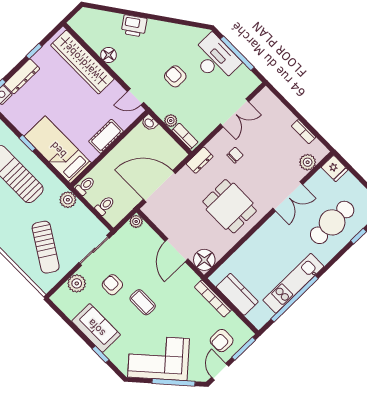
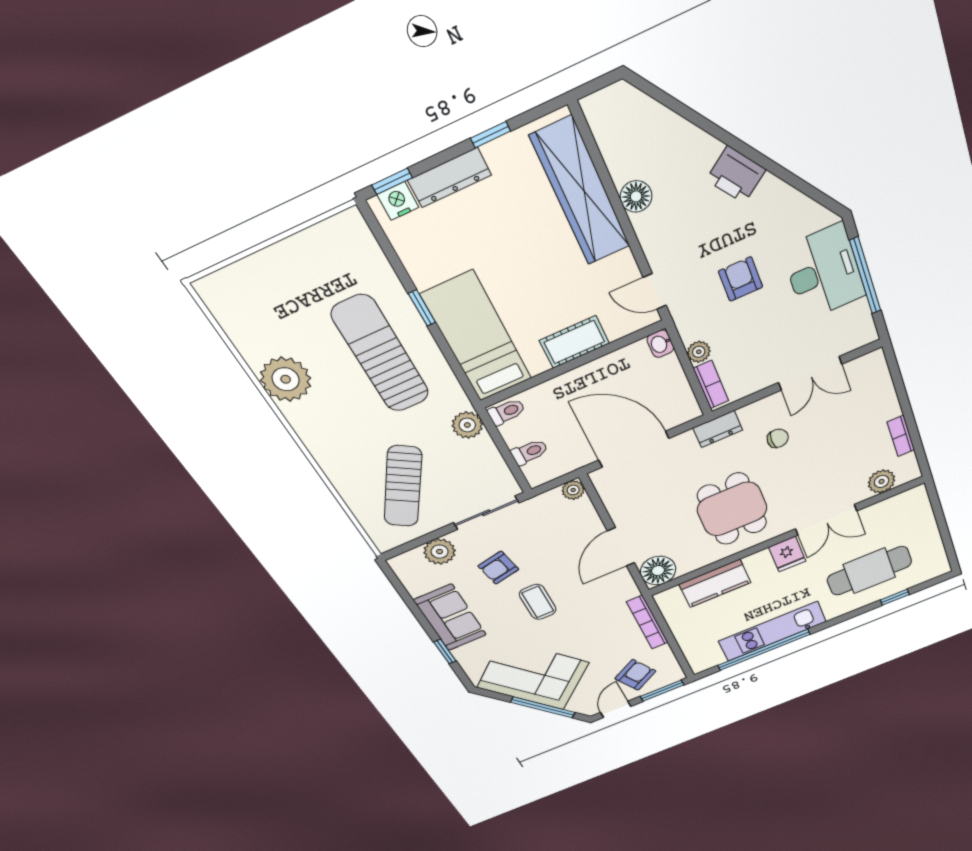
printer: (134, 26) -> (736, 175), moved
fridge: (335, 169) -> (787, 554), moved
armchair: (112, 285) -> (498, 568), turned -101
kitchen counter: (237, 294) -> (715, 583), moved, turned 90
armchair: (222, 341) -> (635, 675), turned 150

